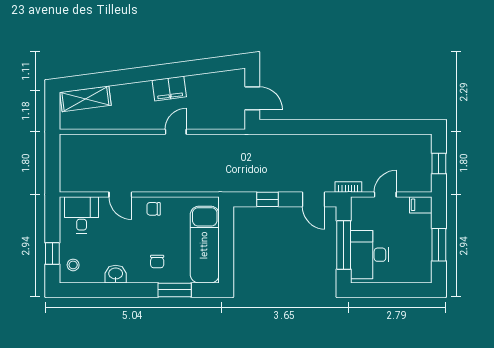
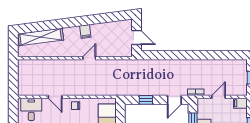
filing cabinet: (169, 89) -> (85, 31), width x0.50
shelving: (85, 99) -> (41, 37), width x1.47
door: (314, 199) -> (174, 100), hinge flipped

